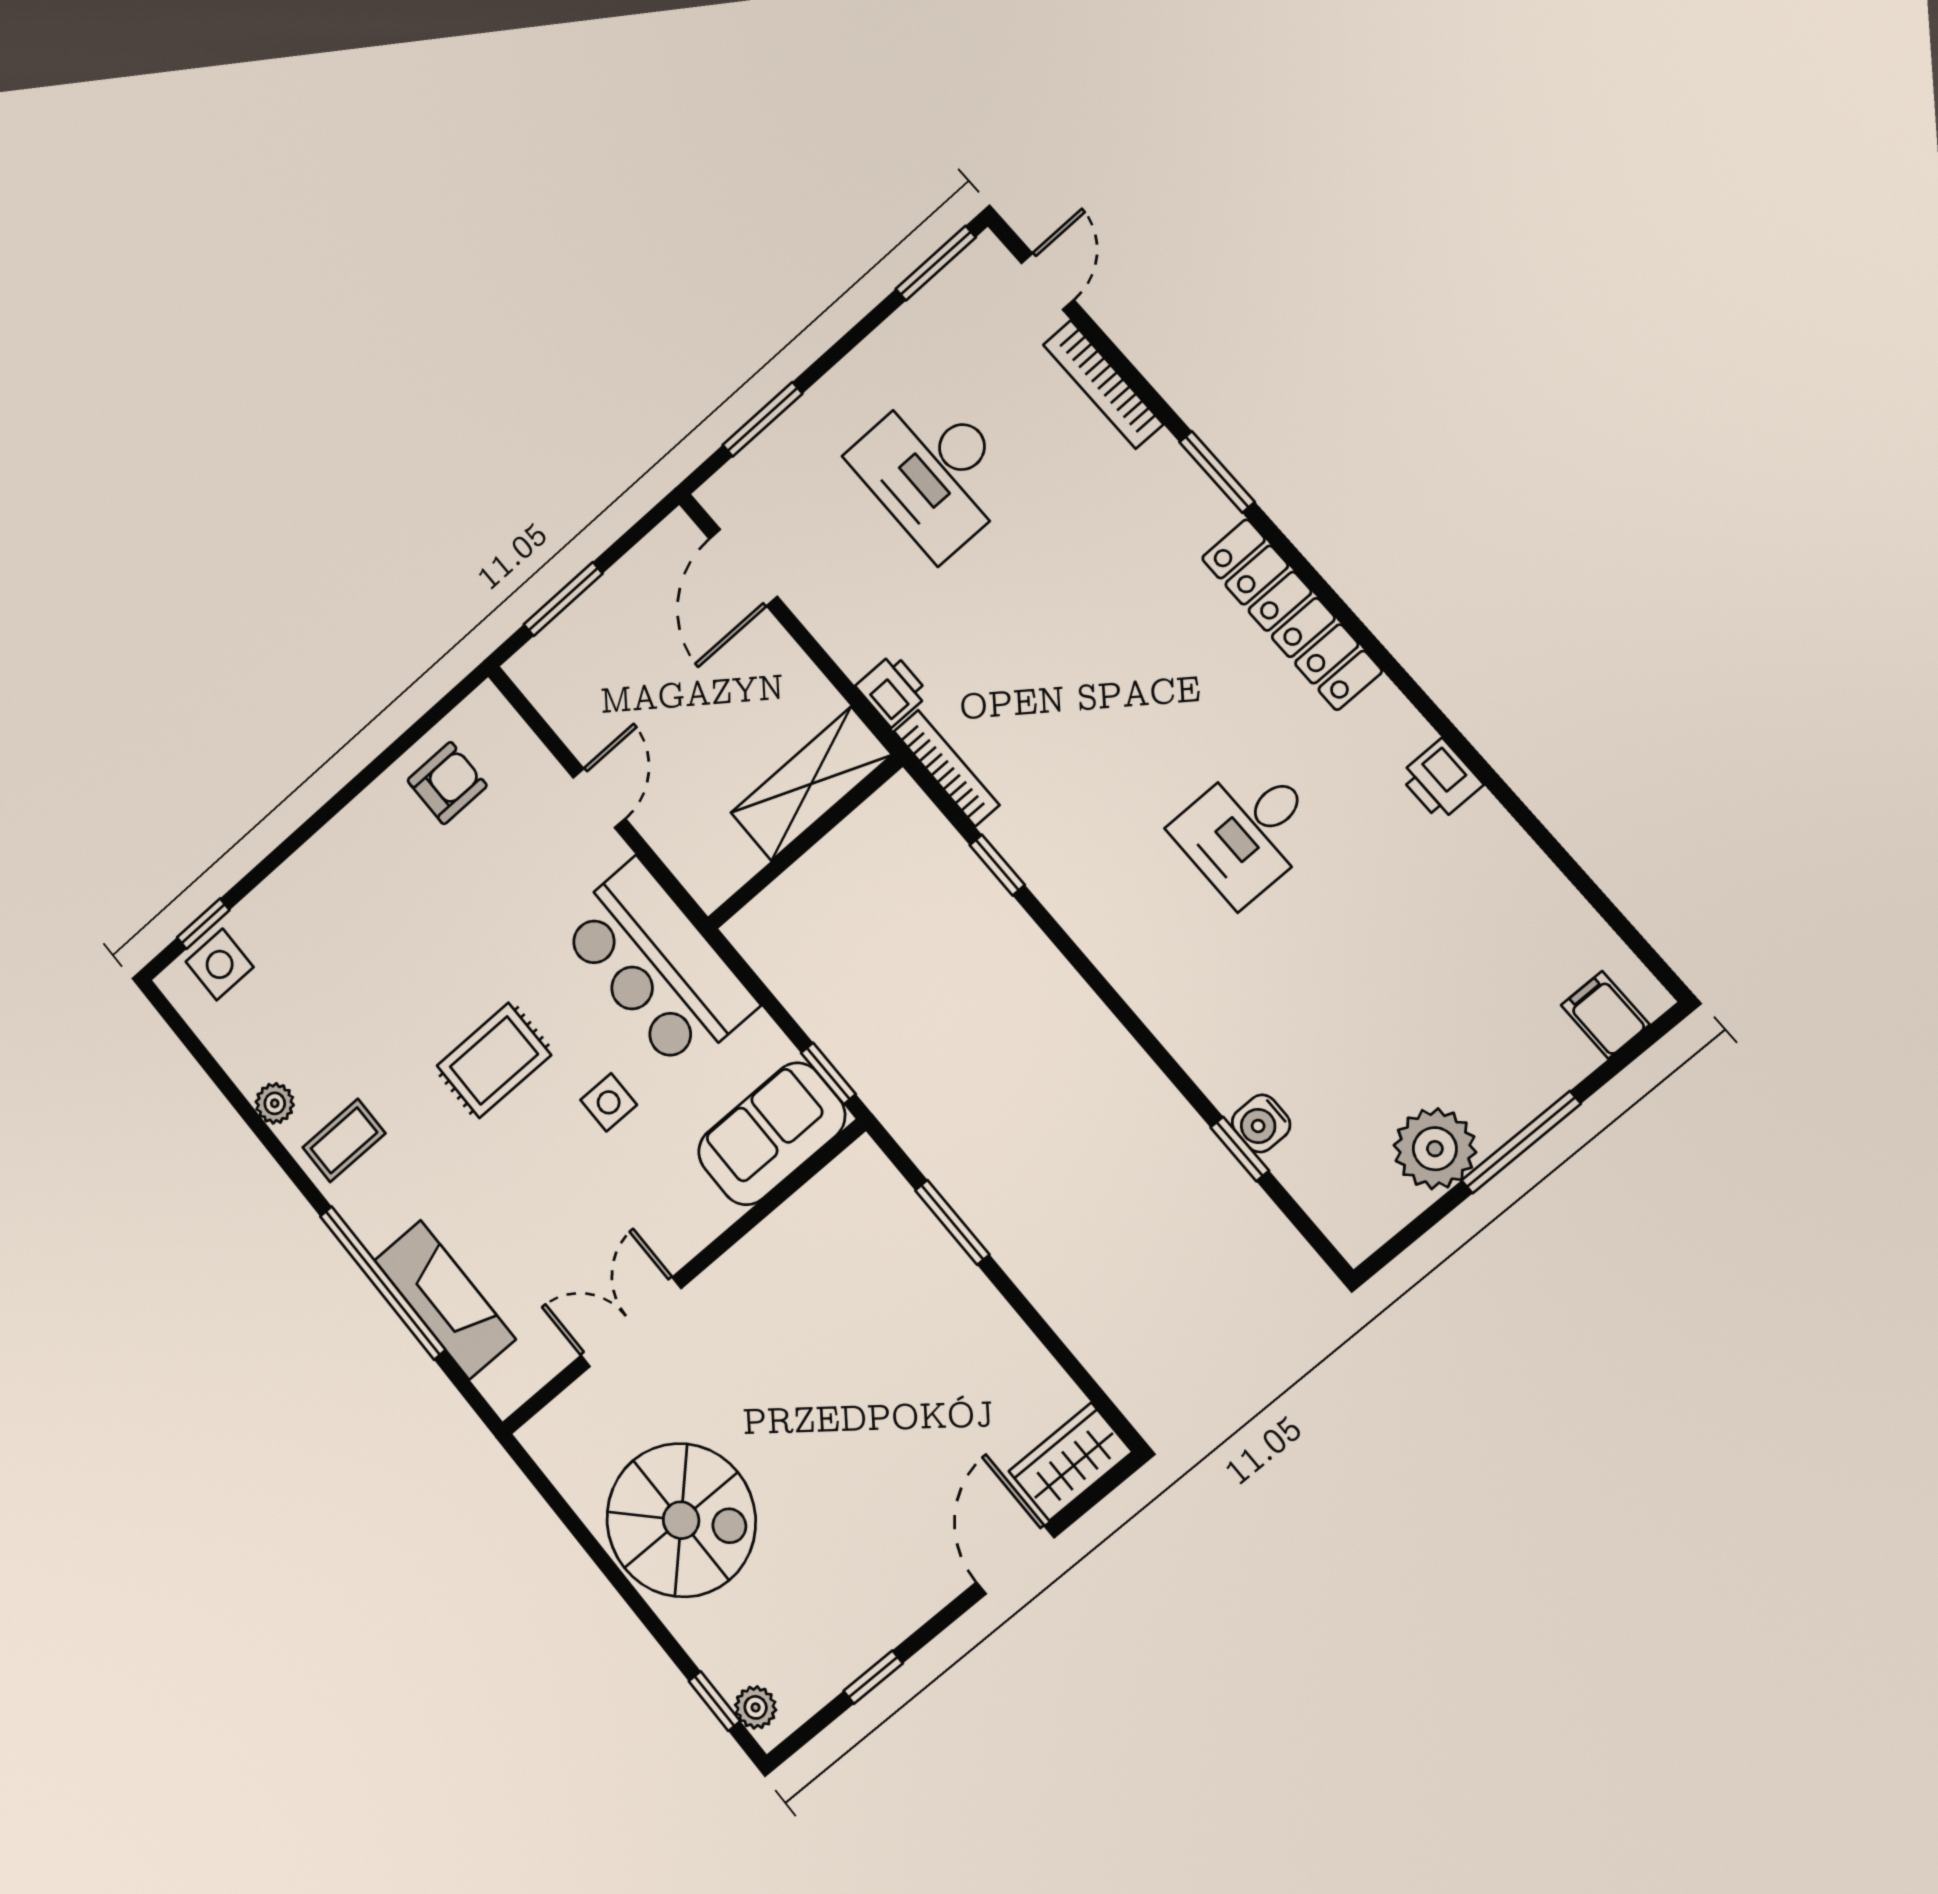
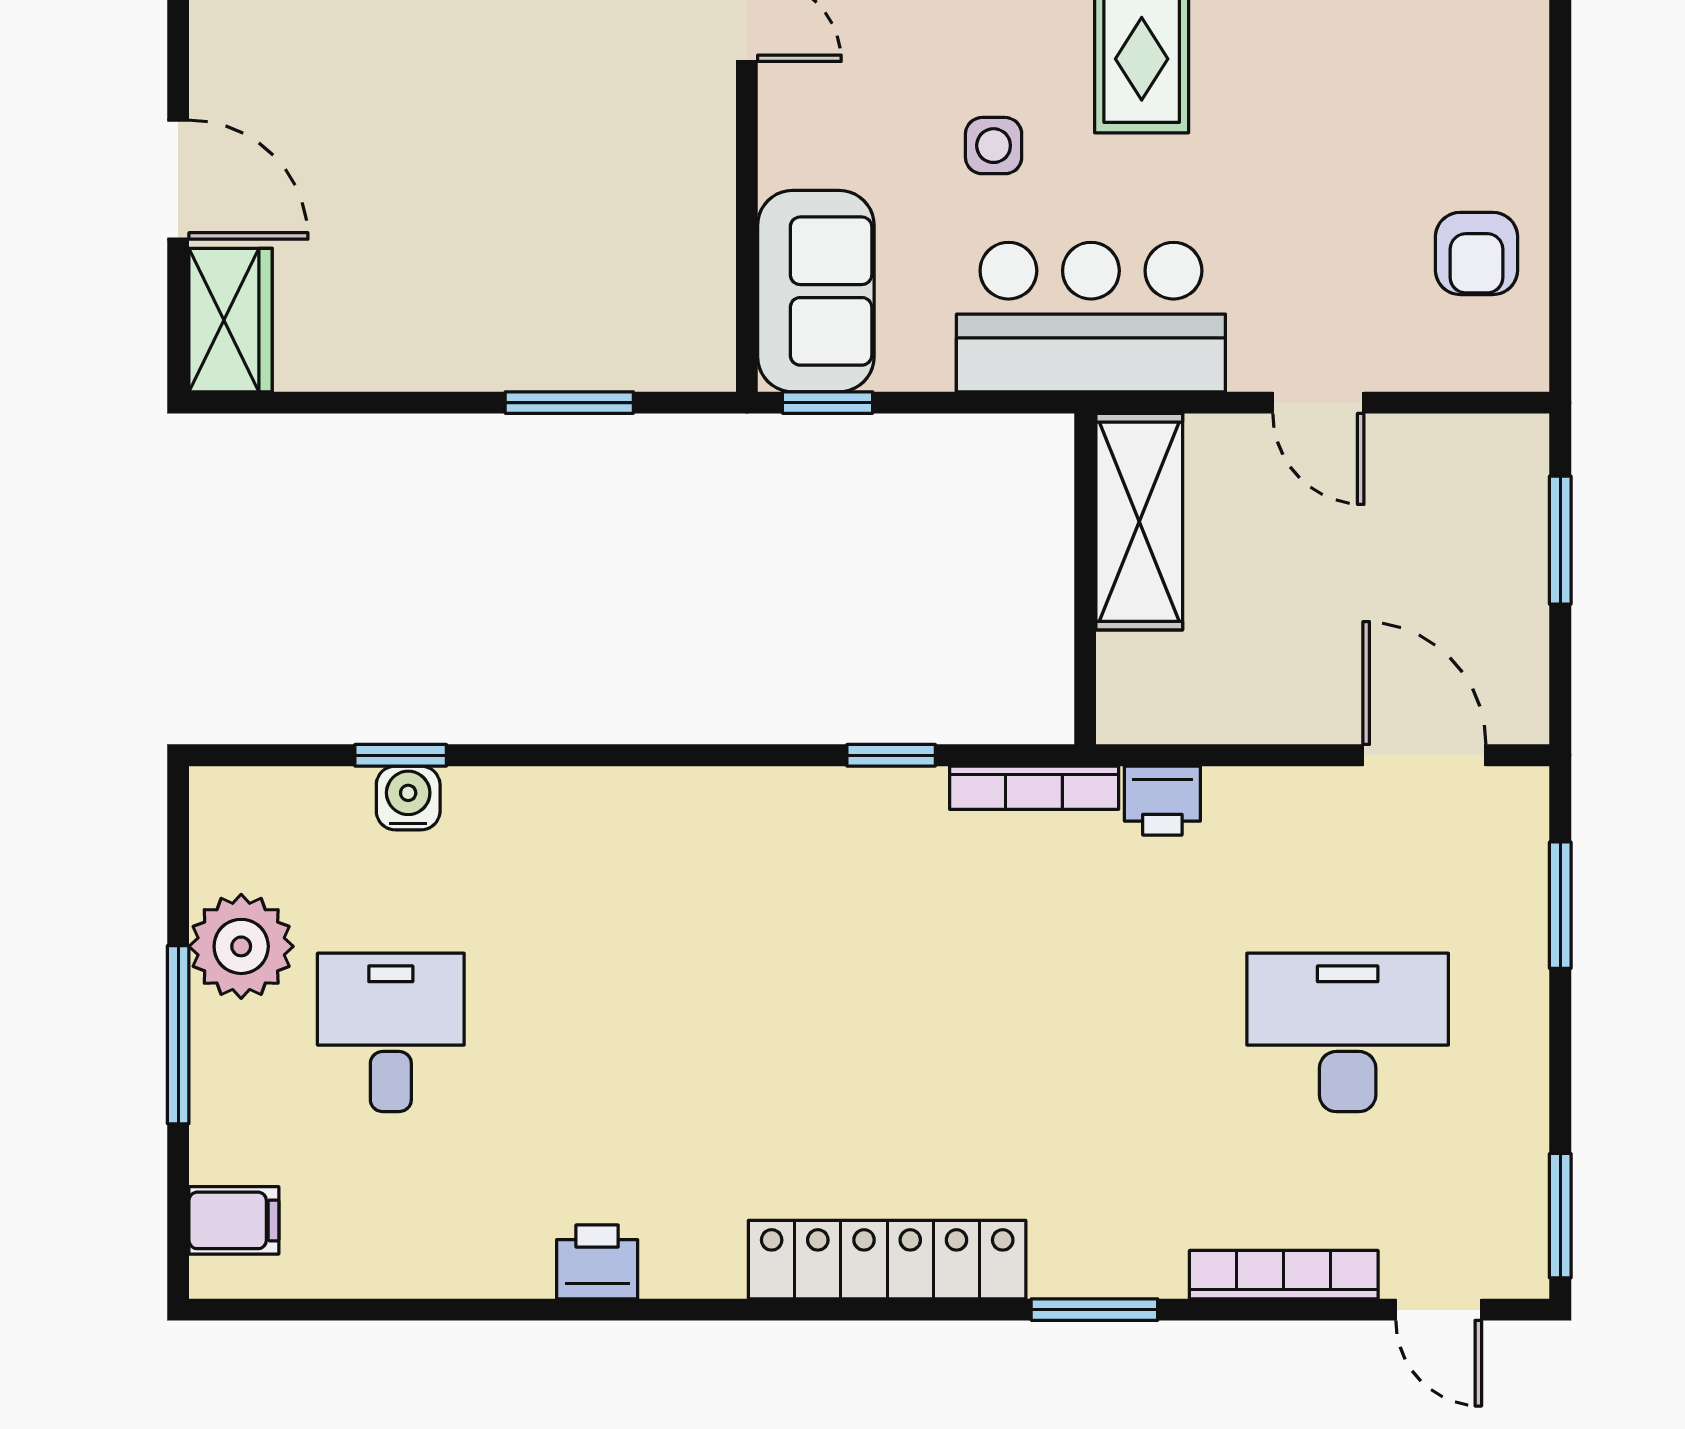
shelving: (811, 784) -> (1139, 522), moved
desk: (1247, 831) -> (391, 1032), moved

